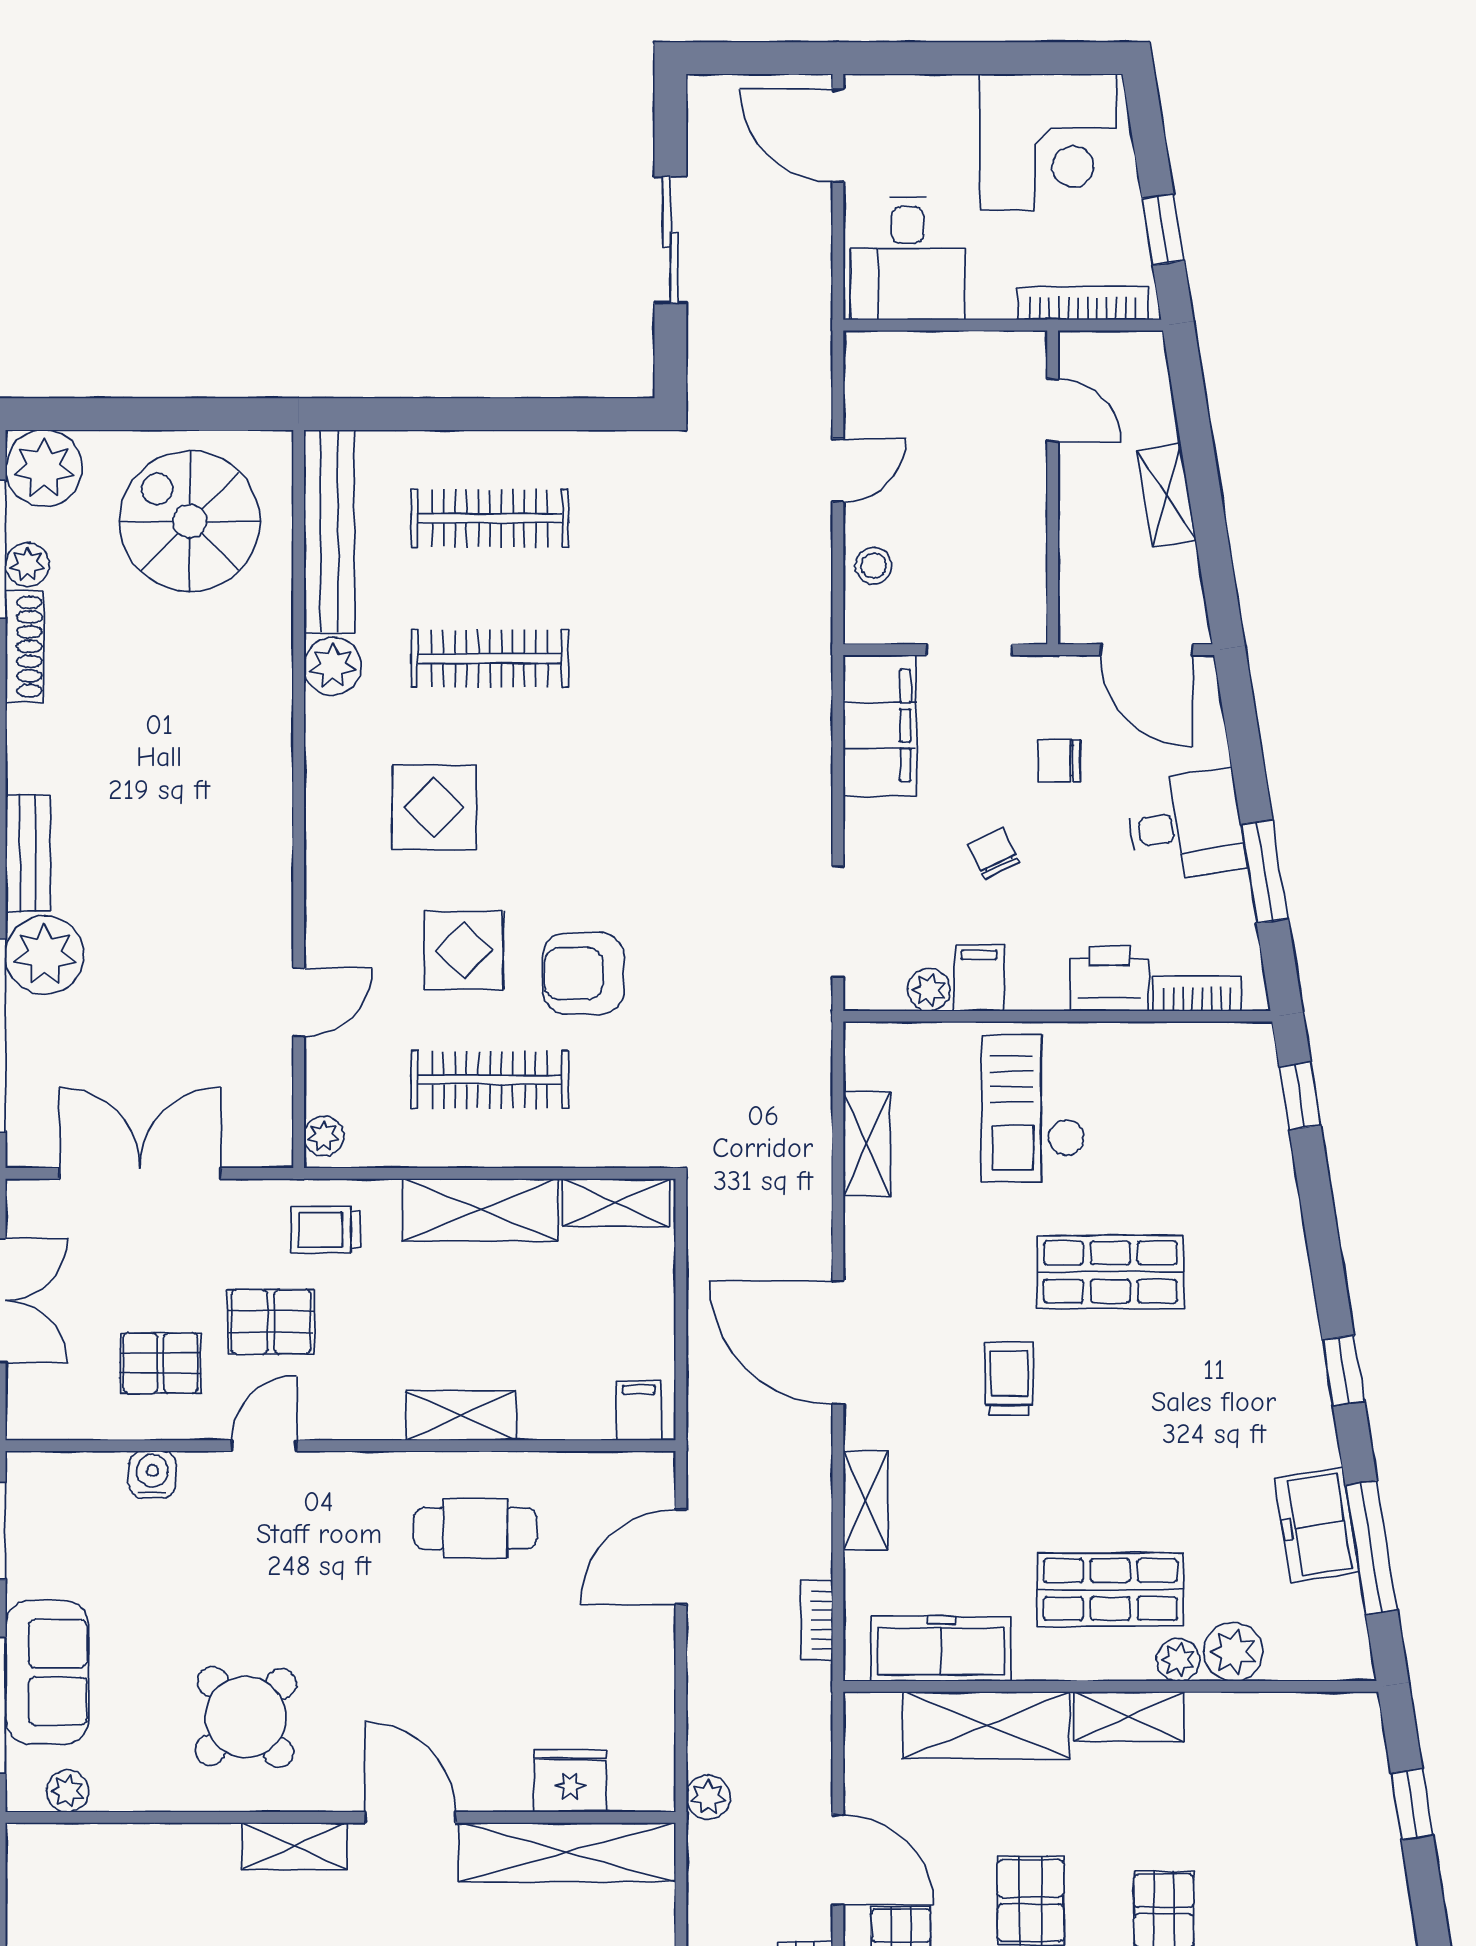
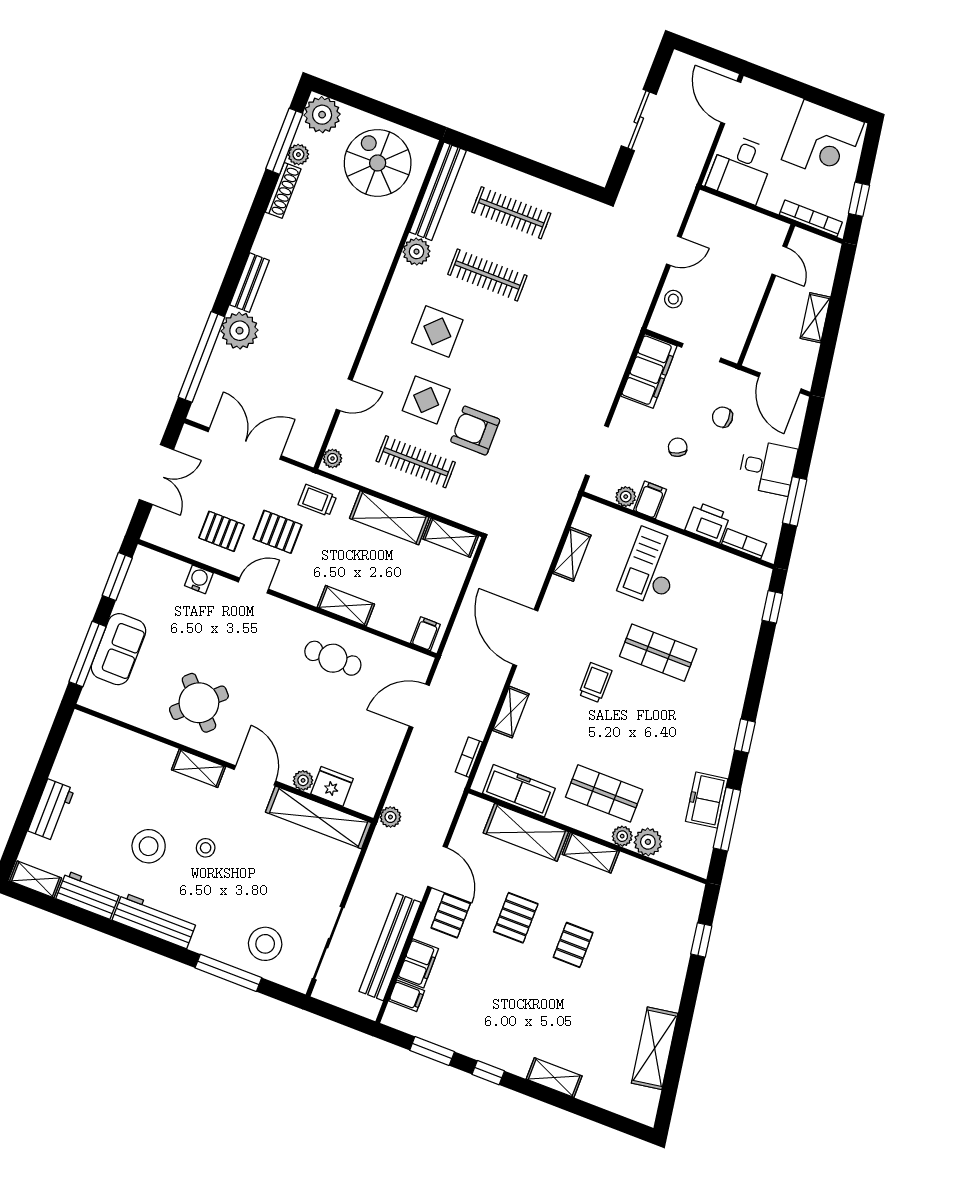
plant: (68, 1791) -> (303, 780), moved

